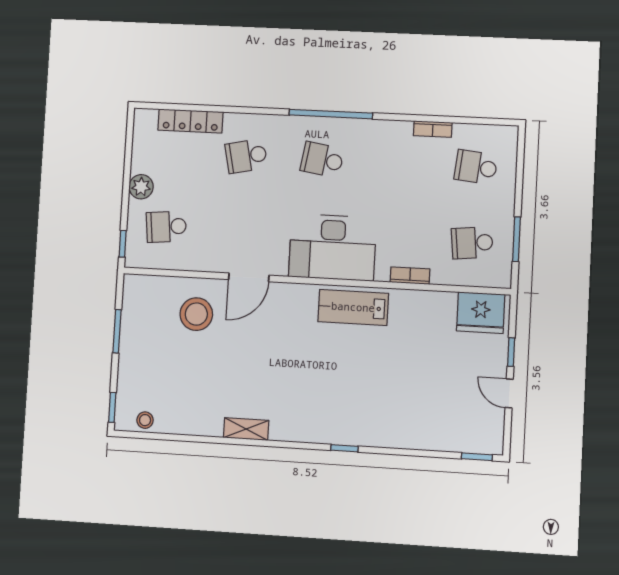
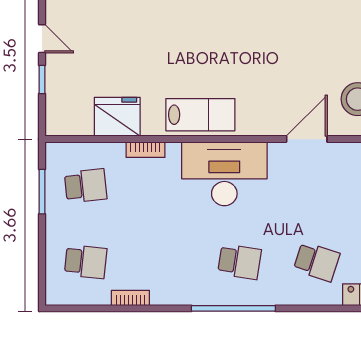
school desk: (246, 156) -> (317, 262), turned 30
fridge: (481, 313) -> (117, 117), moved

